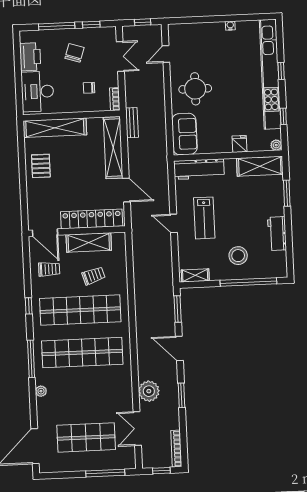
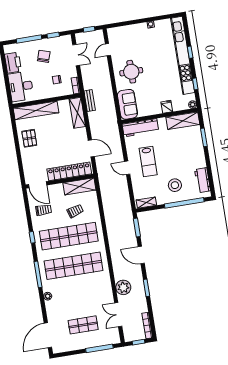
shelving: (113, 148) -> (77, 113), width x0.68
workbench: (277, 234) -> (203, 180), moved
shelving: (89, 242) -> (79, 186), moved
shop shelf: (86, 437) -> (83, 325), width x0.70, depth x0.74

